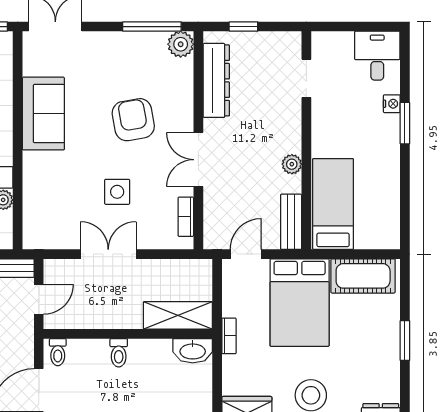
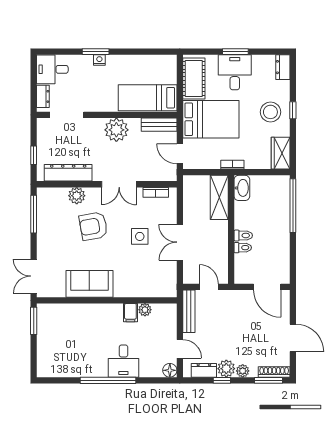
dresser: (335, 41) -> (43, 96), added
plant: (181, 44) -> (77, 196), moved
doorway: (306, 78) -> (67, 115), width x1.38
nightstand: (392, 104) -> (99, 60), moved
plant: (292, 164) -> (116, 130), width x1.87, depth x1.87
desk: (373, 340) -> (235, 72), added
toilet: (58, 352) -> (243, 248), moved

